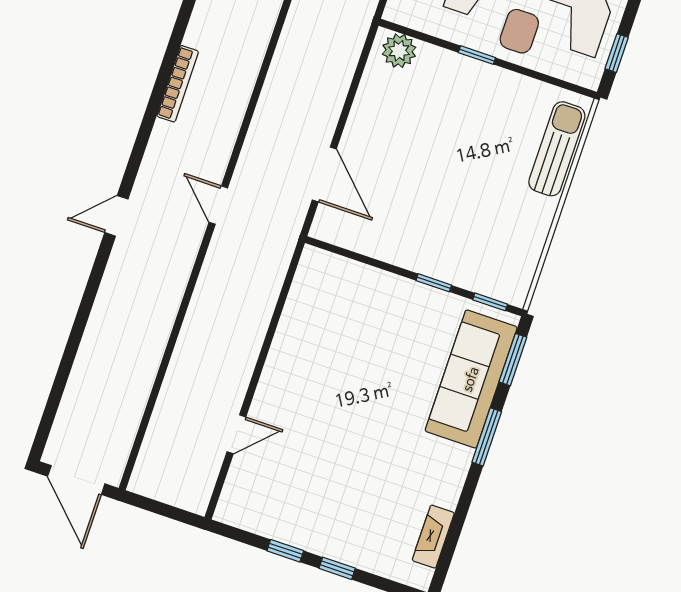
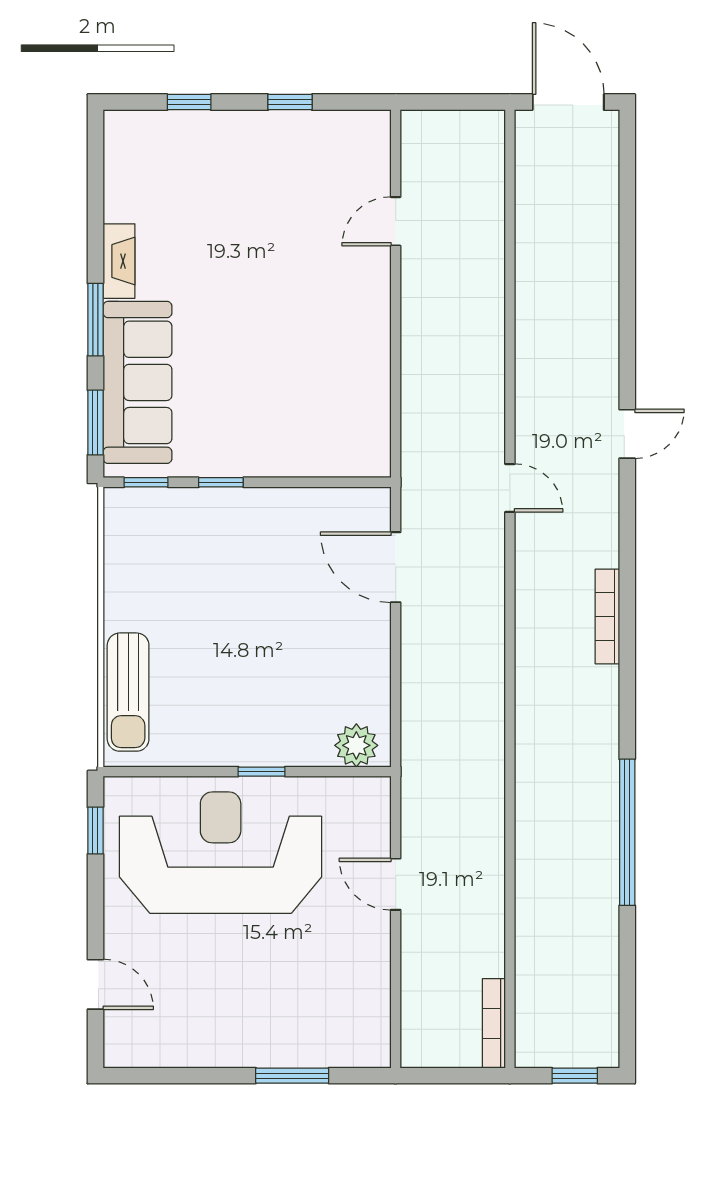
fireplace: (433, 537) -> (119, 261), moved
window: (337, 568) -> (189, 102), moved

